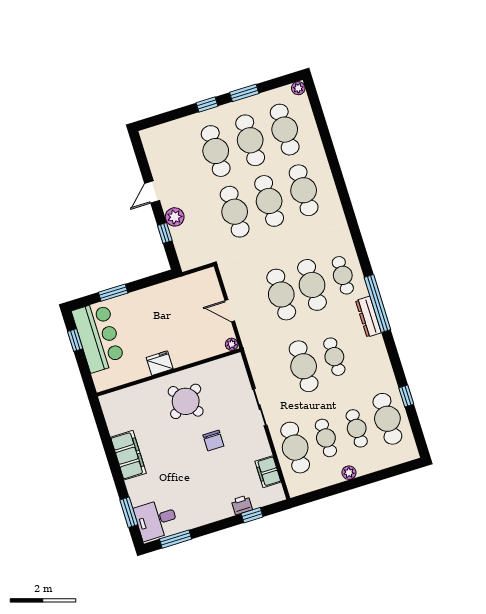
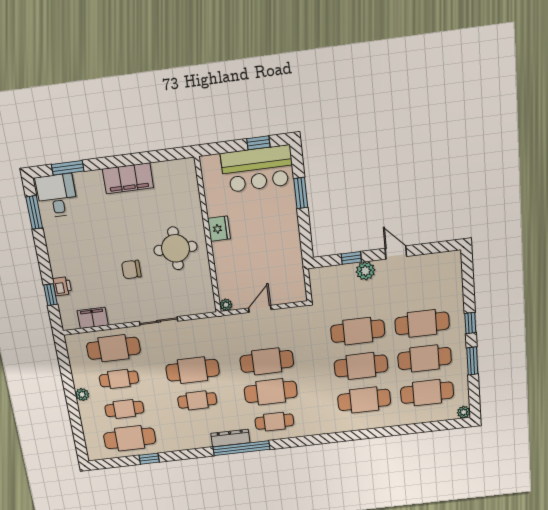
round table: (186, 401) -> (175, 248), turned 34

